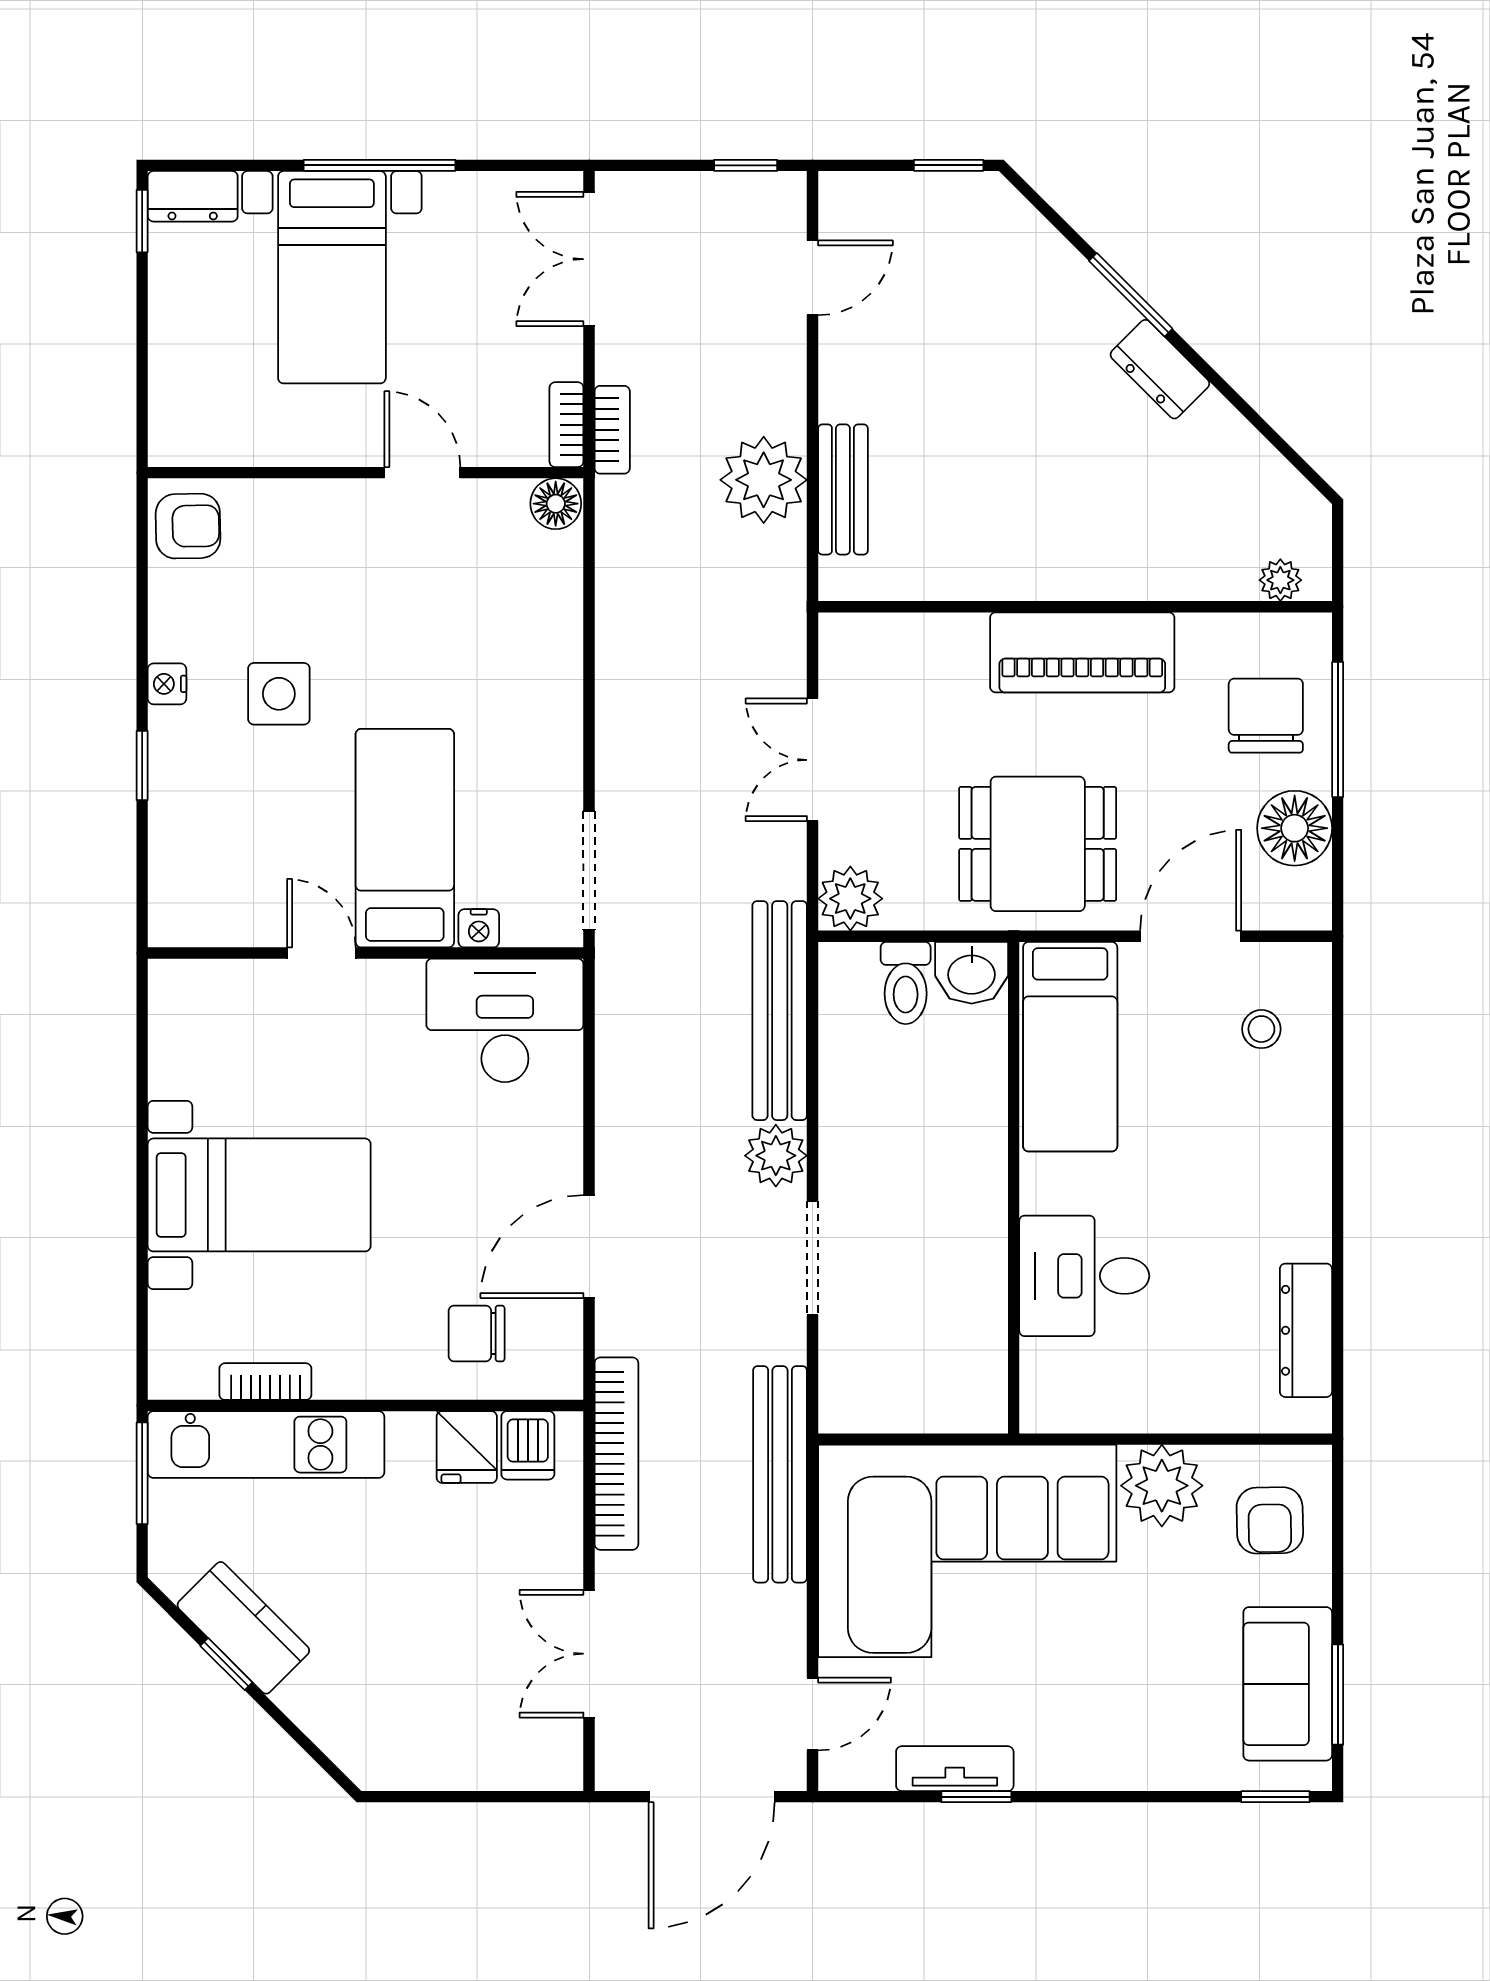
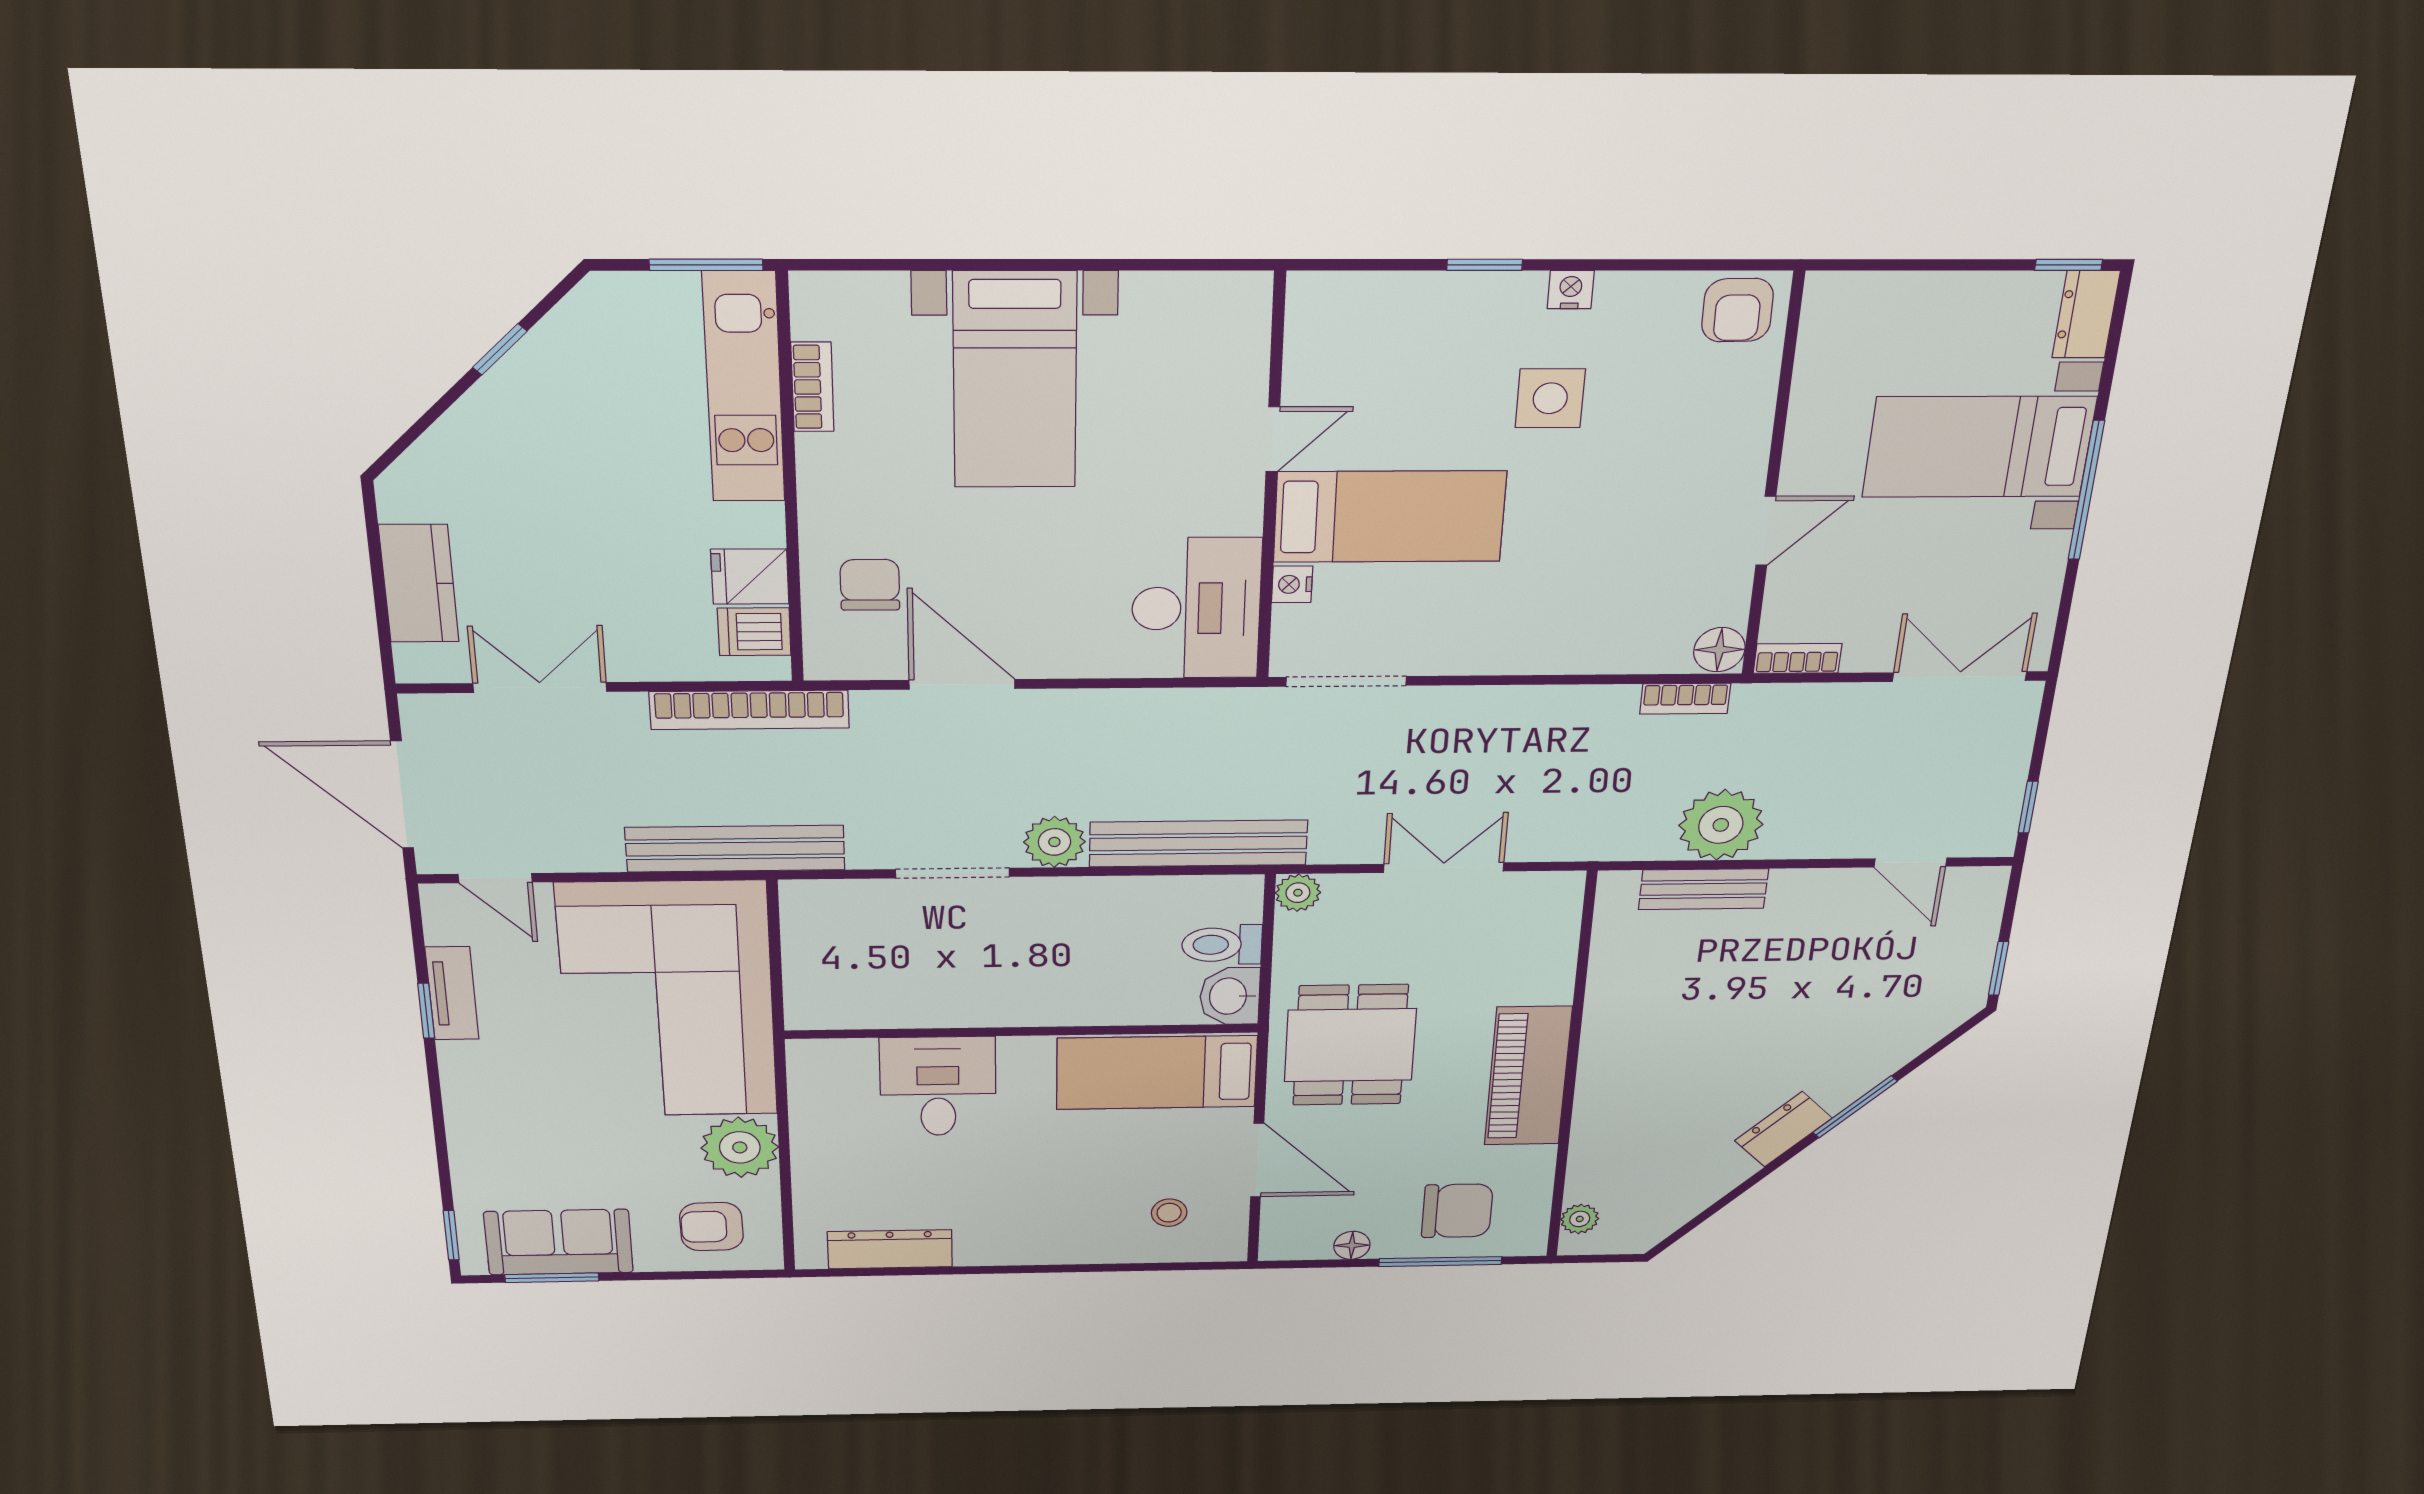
bookcase: (612, 430) -> (1685, 699), moved
floor lamp: (1295, 828) -> (1352, 1245), width x0.53, depth x0.53
plant: (850, 899) -> (1298, 893), width x0.73, depth x0.73
kitchen counter: (243, 1628) -> (419, 584), moved, turned -45

